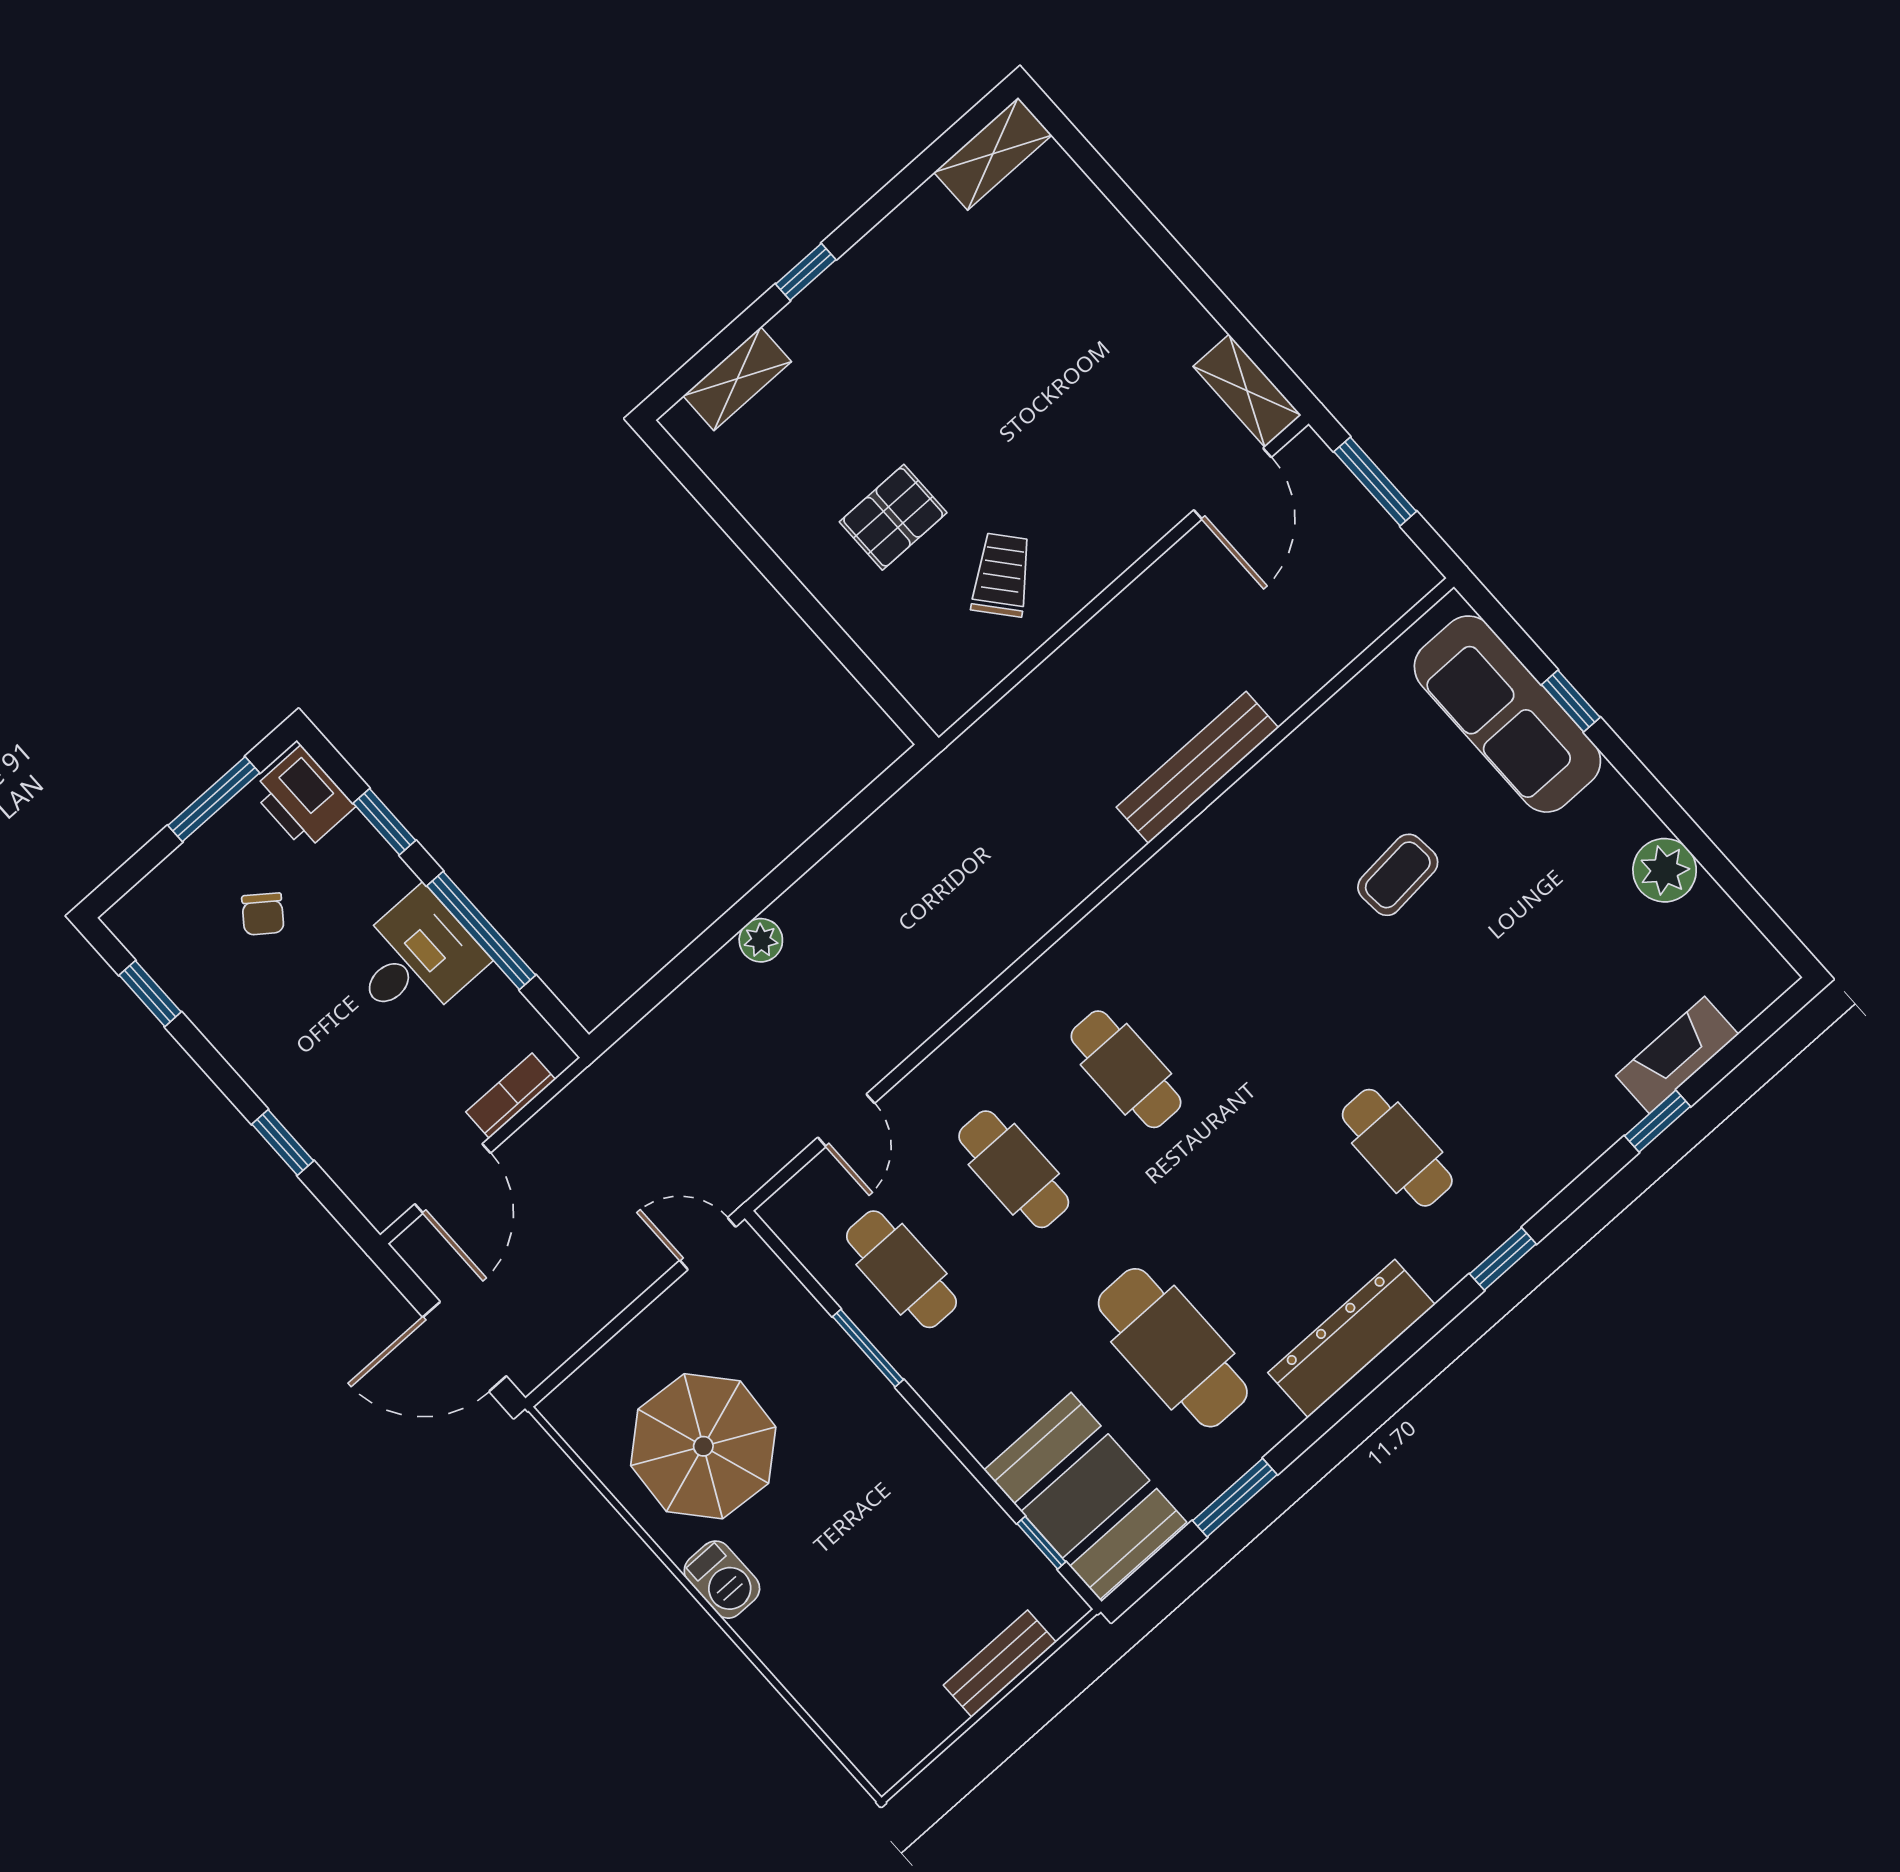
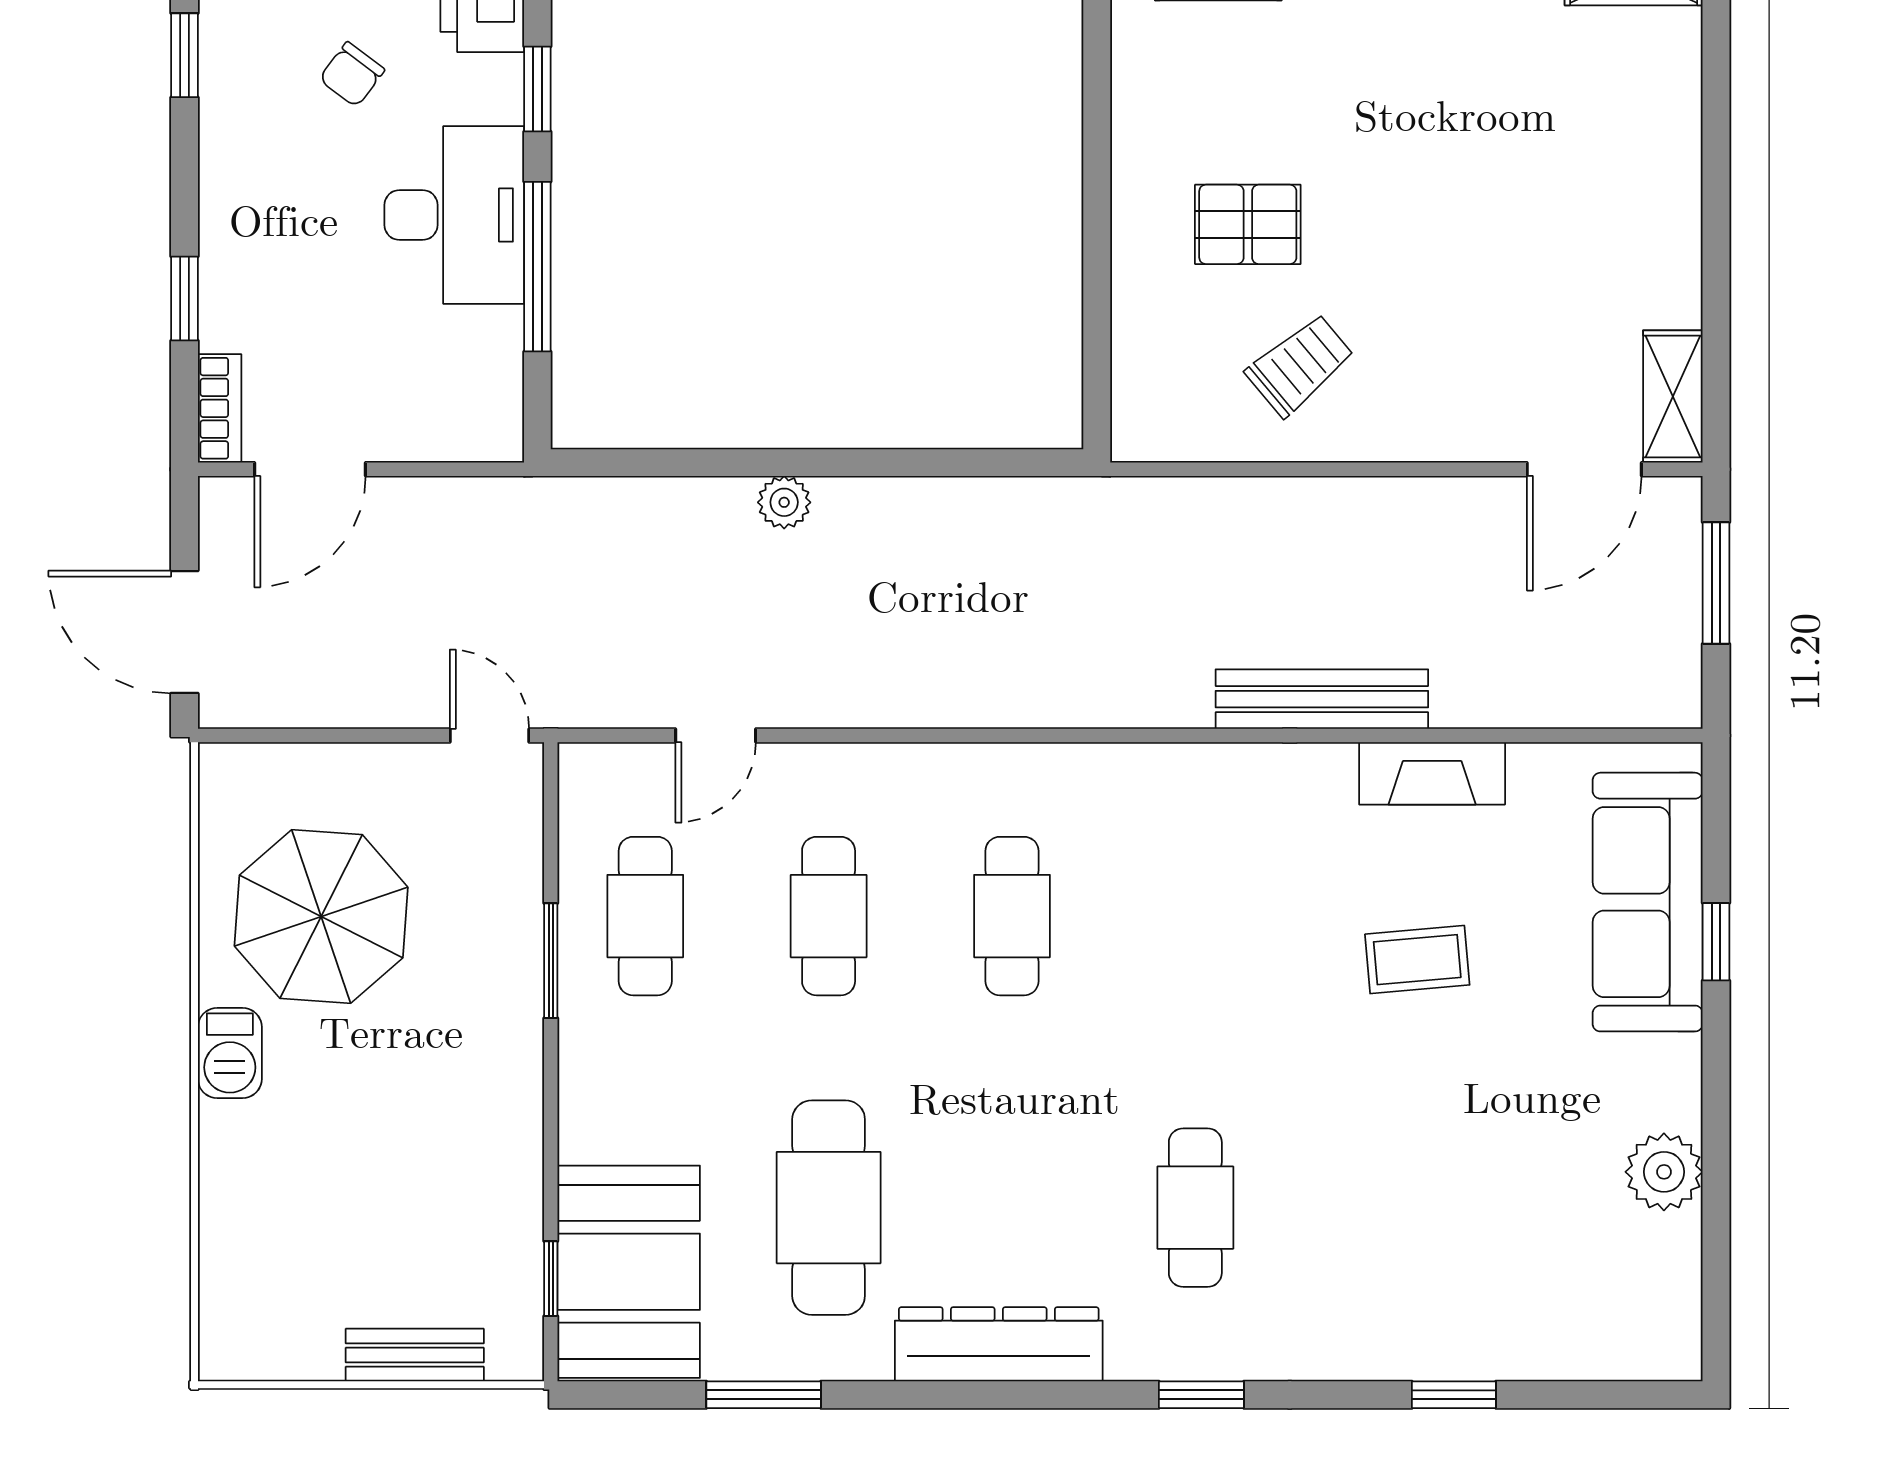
desk: (415, 959) -> (454, 215), width x1.37
fireplace: (1677, 1055) -> (1432, 773), moved, turned 180
bookcase: (511, 1096) -> (220, 408), moved, turned 90

